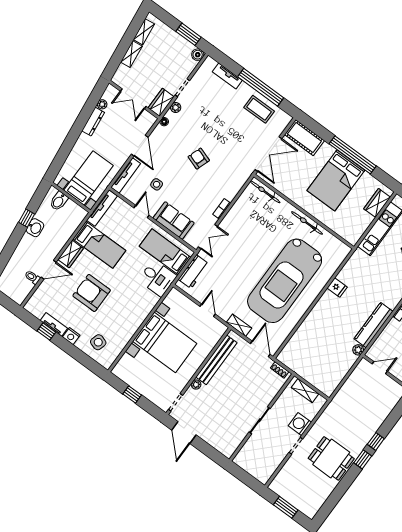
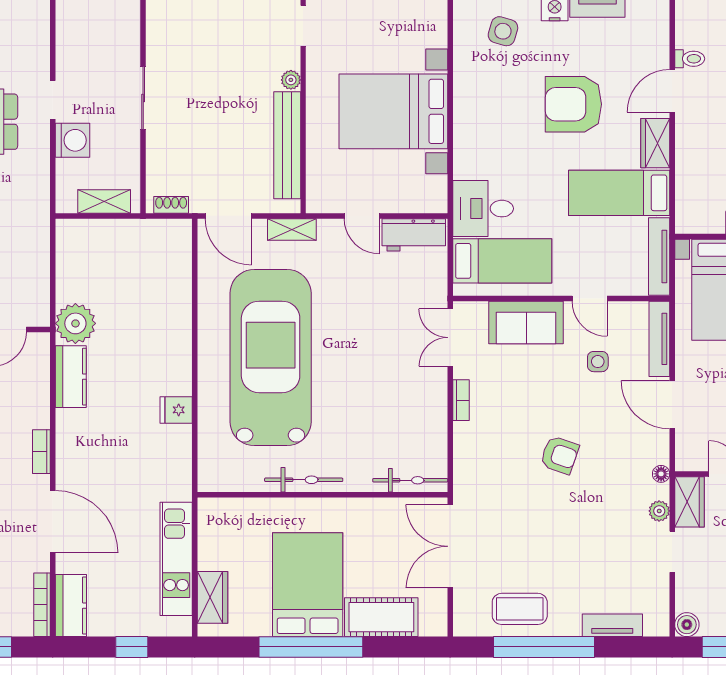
cot: (304, 138) -> (381, 617), moved
workbench: (194, 272) -> (414, 235), moved, turned -90
armchair: (92, 293) -> (573, 104), turned 180
kitchen counter: (373, 325) -> (71, 377), width x0.67
plant: (358, 350) -> (75, 323), width x1.88, depth x1.88

